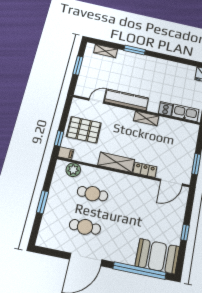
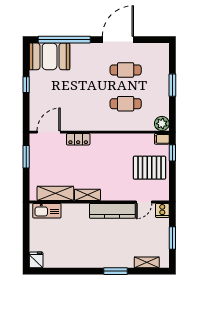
cooker: (166, 109) -> (162, 210), moved
shelving: (116, 162) -> (55, 193), moved
plant: (73, 170) -> (162, 124), moved

